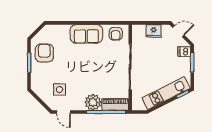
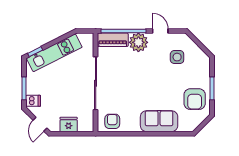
door: (178, 31) -> (40, 124), hinge flipped
sofa: (86, 34) -> (159, 121), moved
door: (63, 112) -> (160, 31), moved

